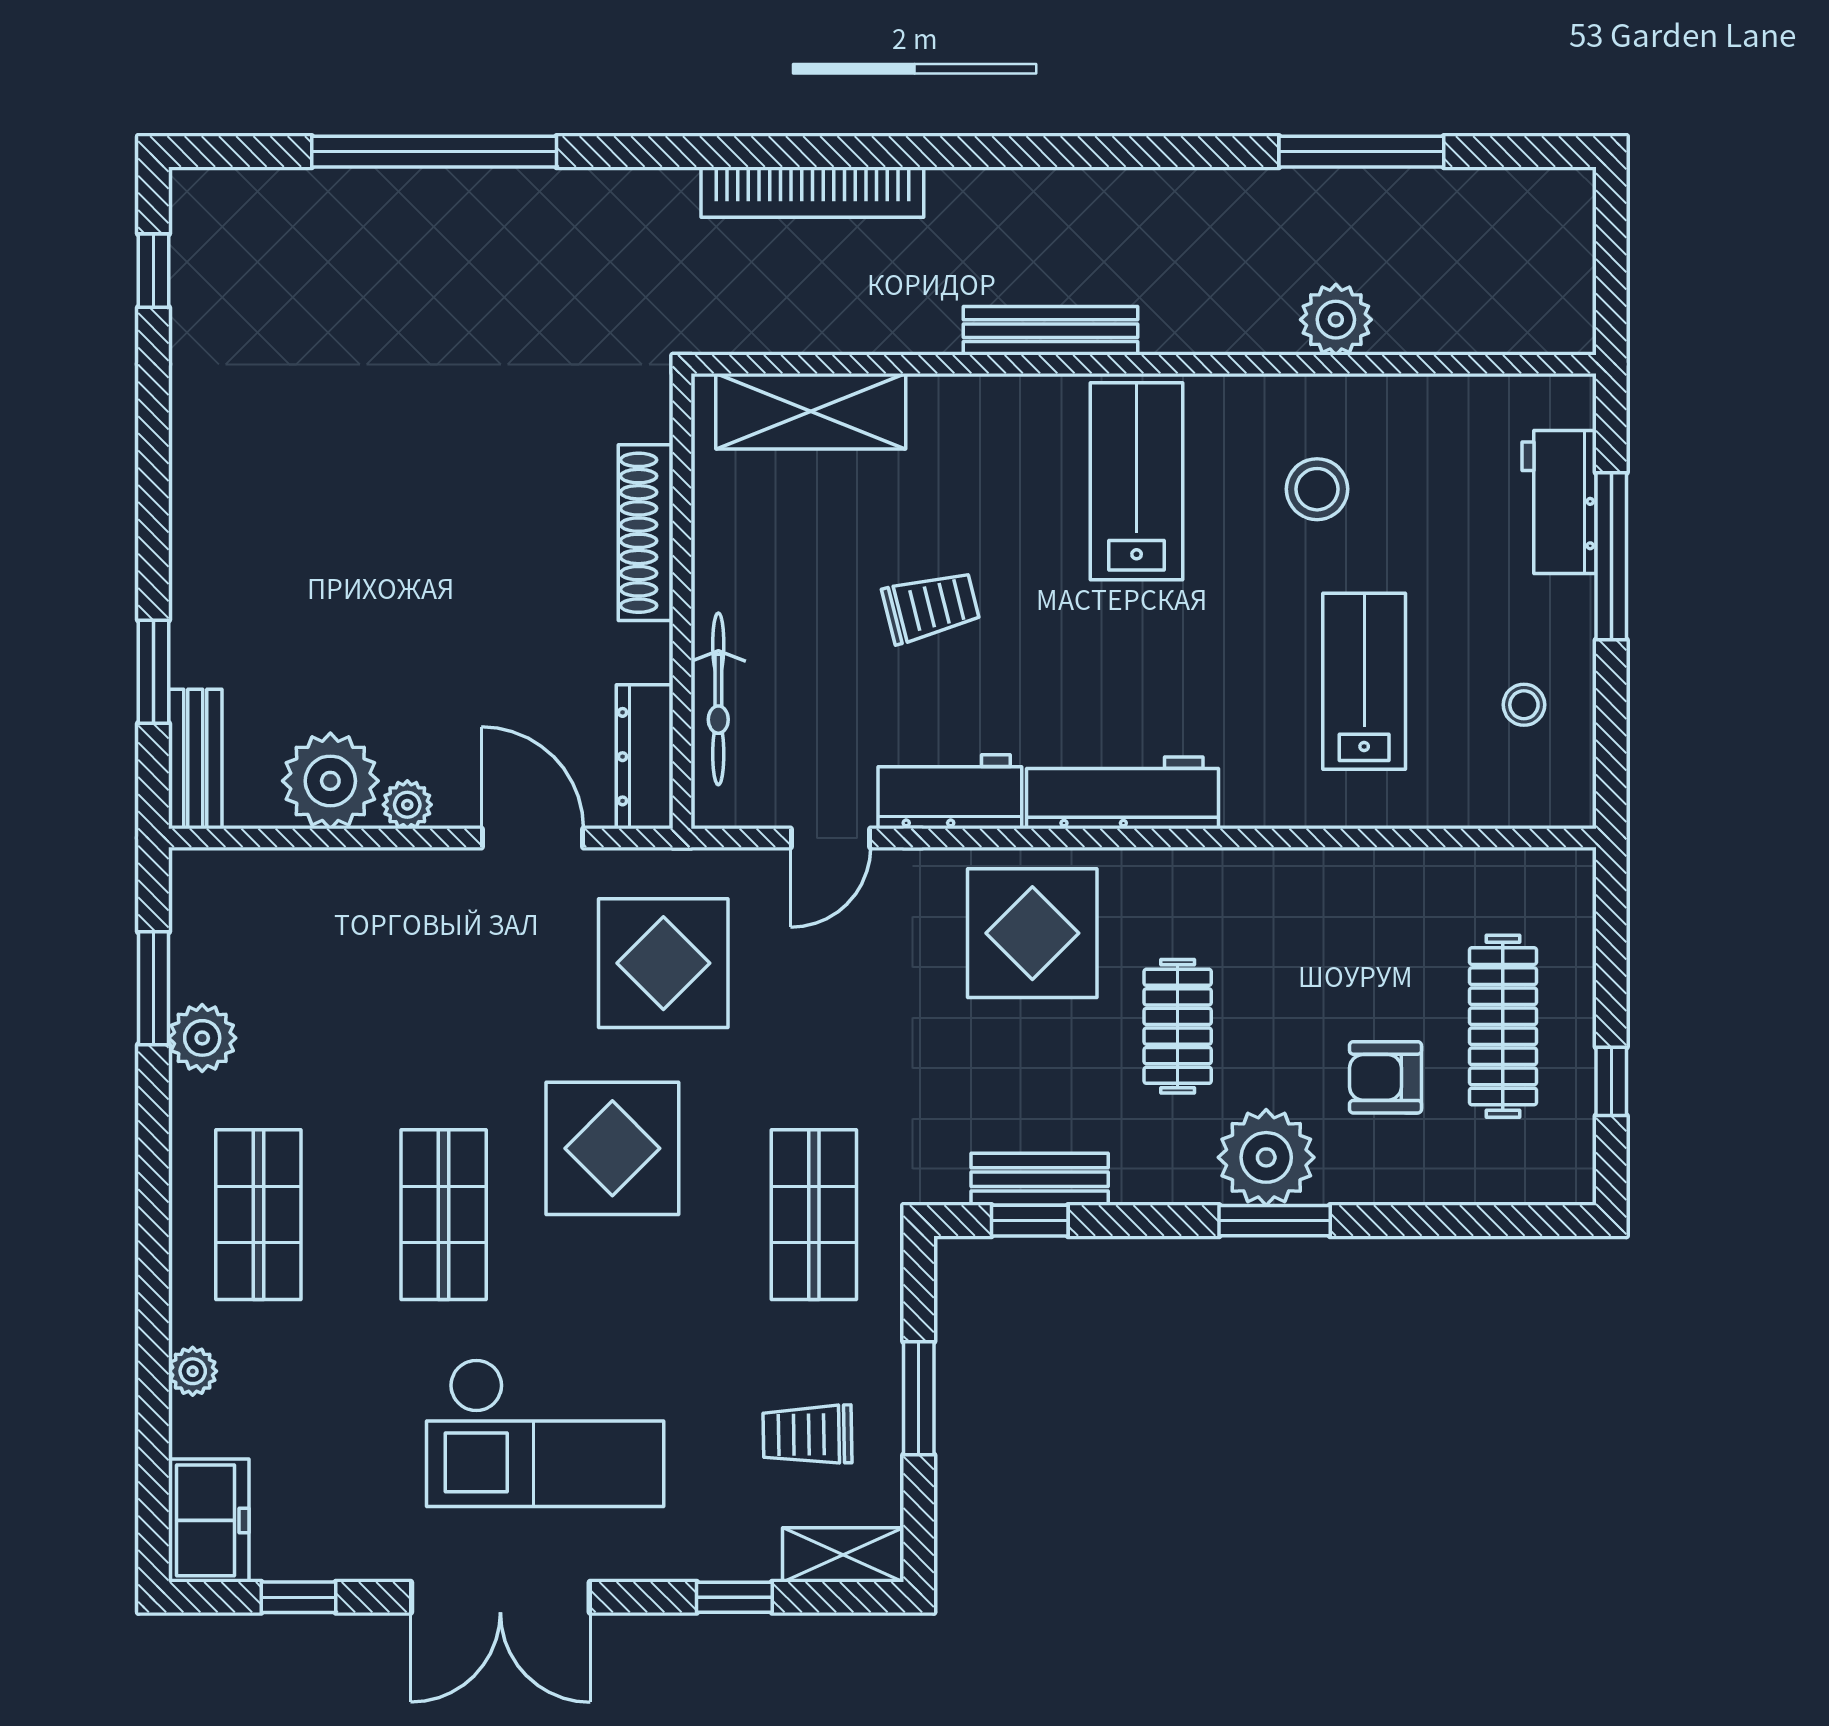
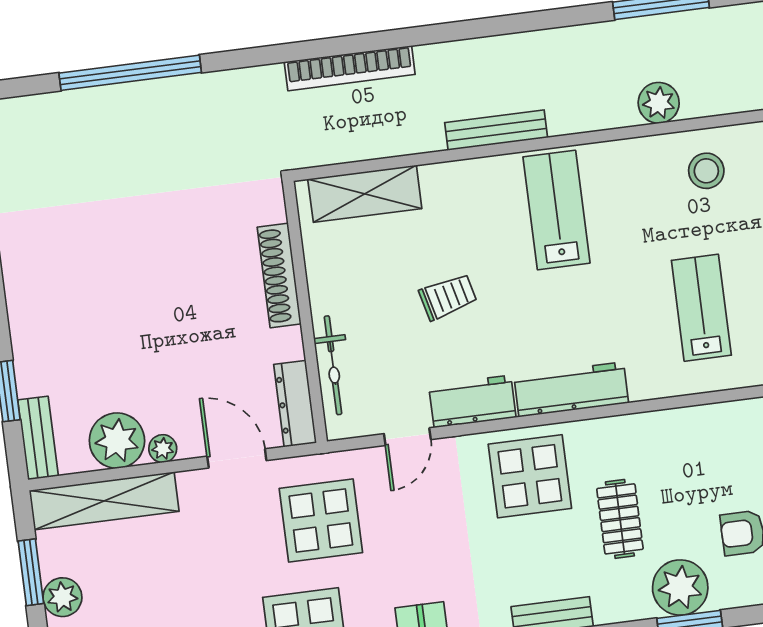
stool: (1317, 489) -> (706, 171), moved
shelving: (295, 882) -> (104, 501), added

